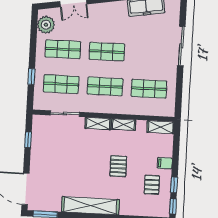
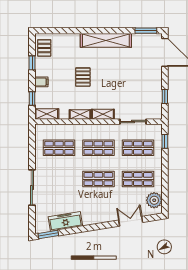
window: (31, 77) -> (165, 141), moved
pallet: (152, 185) -> (44, 48), moved
window: (173, 206) -> (32, 99), moved

